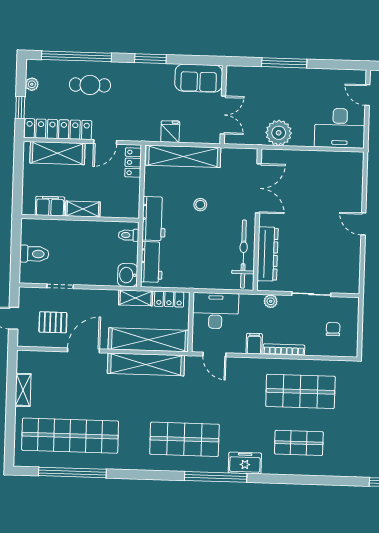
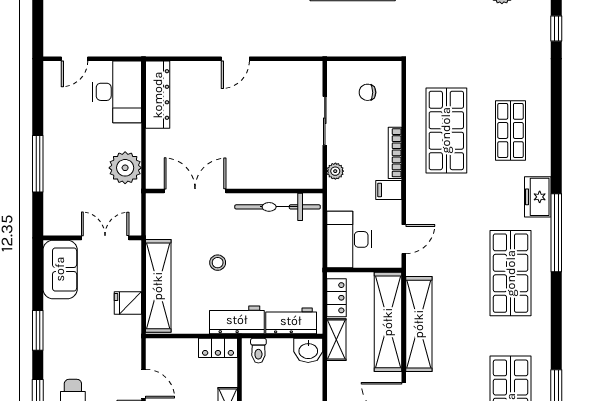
locker: (133, 163) -> (218, 348), moved
dresser: (268, 254) -> (158, 95), moved, turned 90

